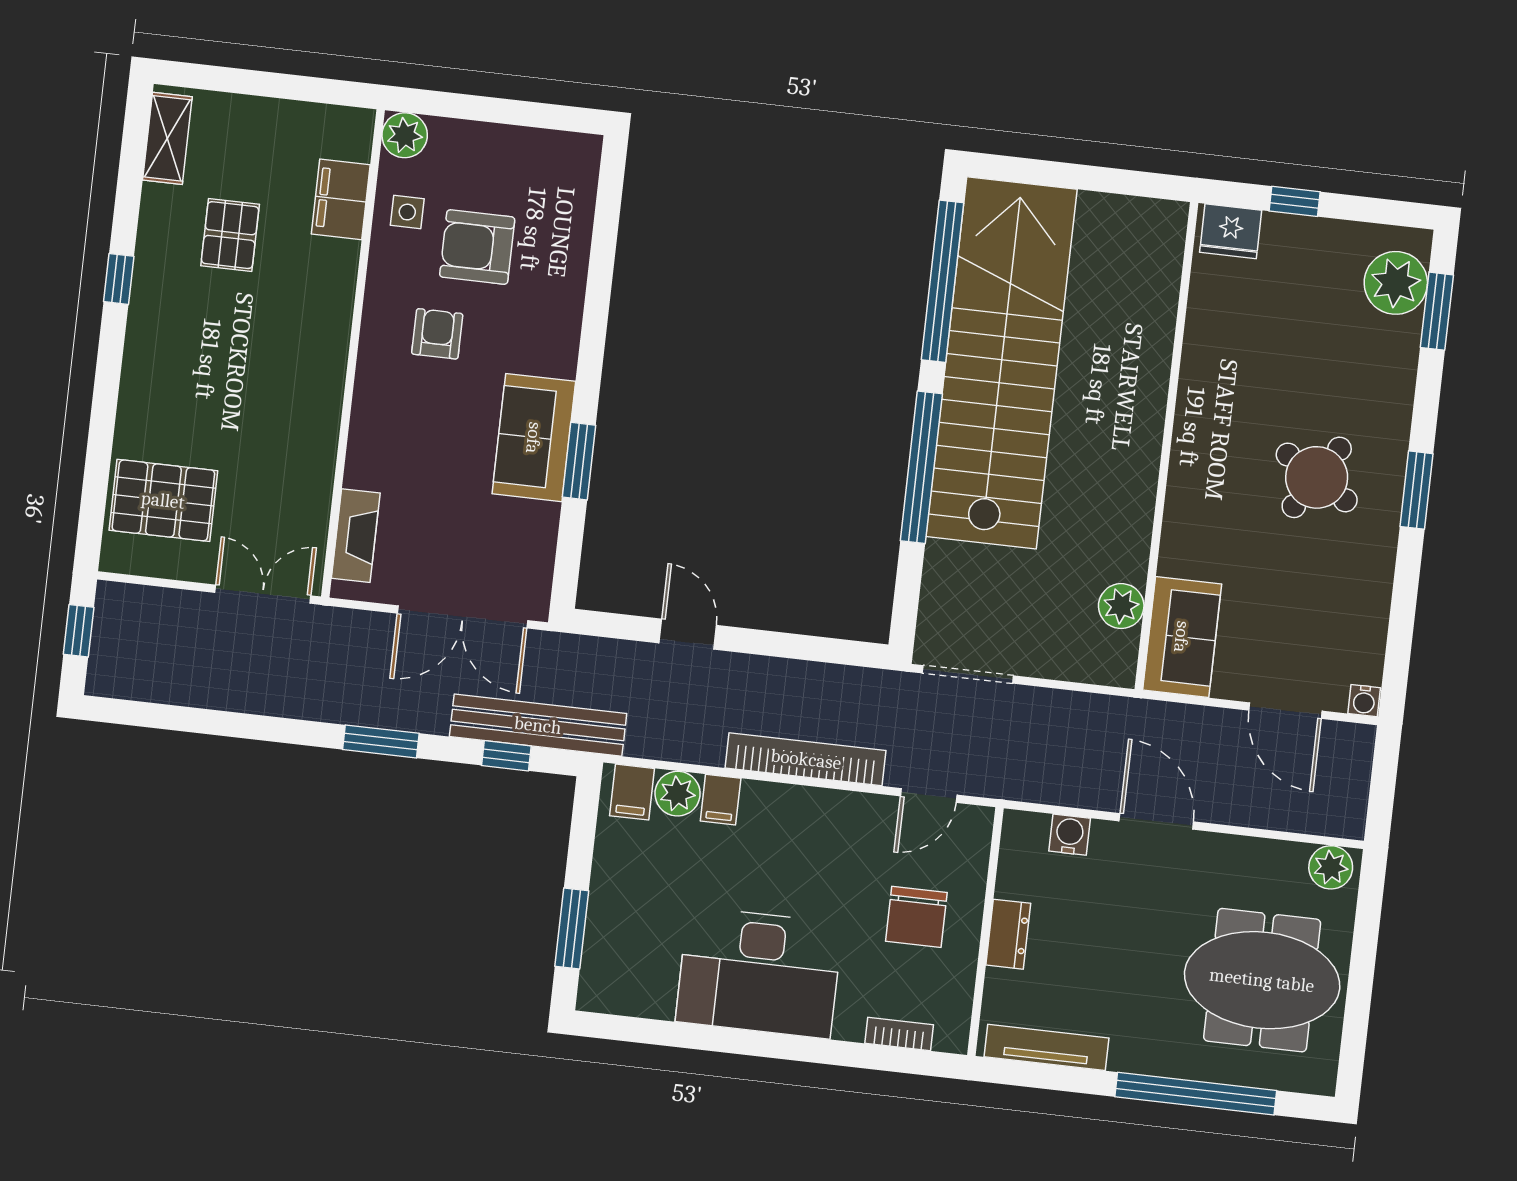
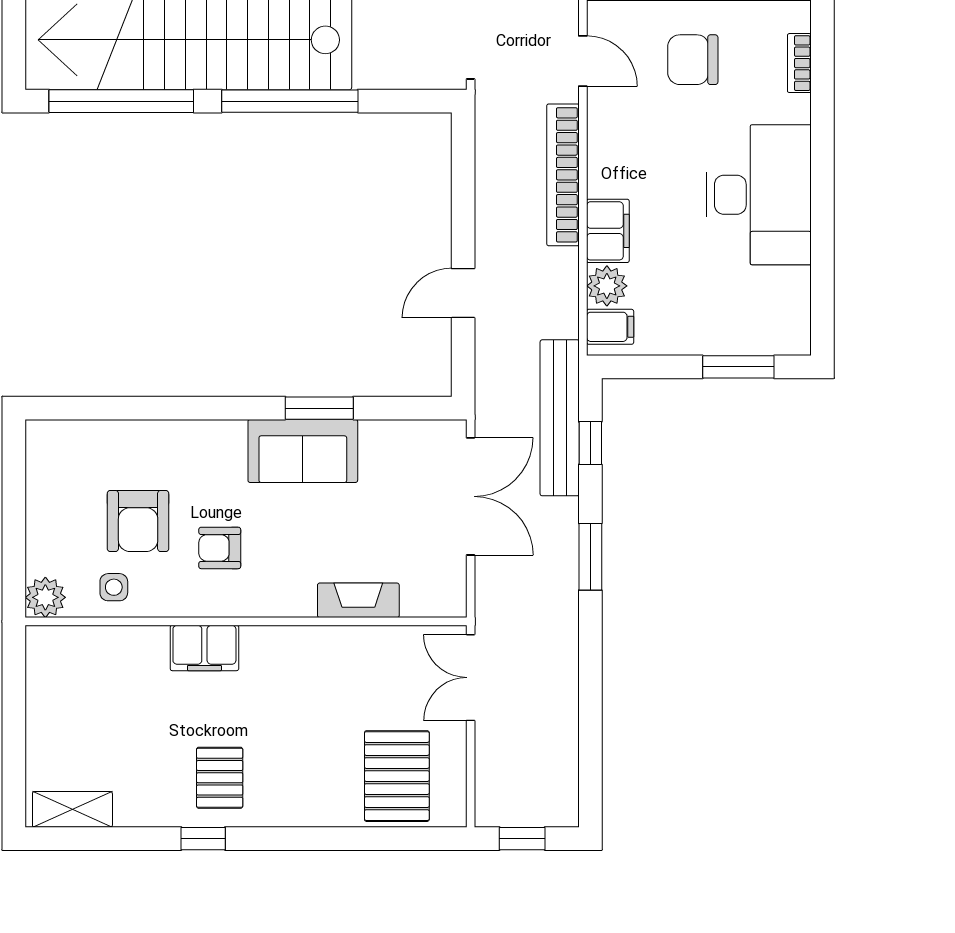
filing cabinet: (341, 199) -> (204, 648), moved
pallet: (230, 235) -> (220, 778), moved, turned 90
fireplace: (356, 536) -> (358, 600), moved
filing cabinet: (721, 800) -> (608, 231), width x2.00
chair: (916, 917) -> (693, 60), turned 180

